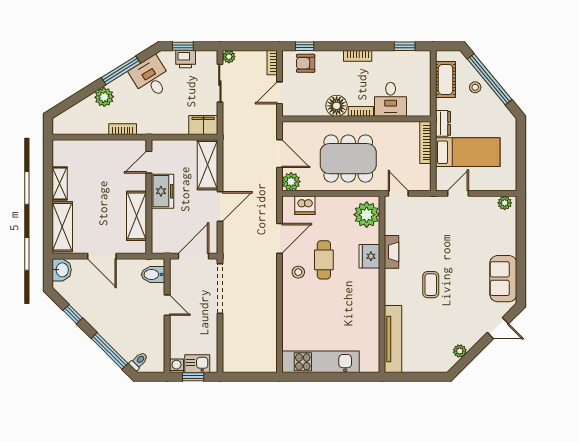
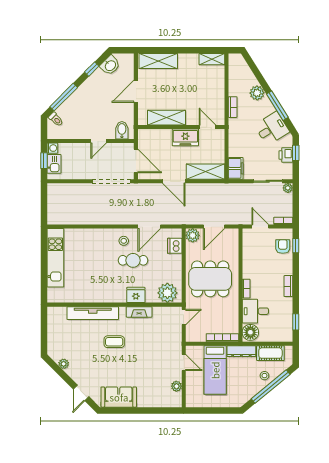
floor lamp: (337, 106) -> (250, 332), moved
dresser: (443, 123) -> (241, 351), width x1.44
dining table: (348, 159) -> (210, 279), turned 90
shelving: (60, 184) -> (212, 59), moved
plant: (505, 203) -> (176, 386), moved
door: (280, 238) -> (149, 227), hinge flipped
washbasin: (62, 270) -> (110, 65), moved, turned -45
tv unit: (393, 339) -> (93, 313), moved

